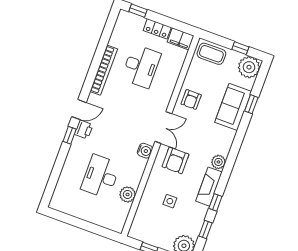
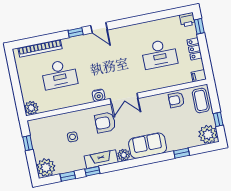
filing cabinet: (181, 39) -> (199, 76), width x0.50
bookcase: (104, 70) -> (40, 48), moved
armchair: (191, 99) -> (176, 100), moved
sofa: (233, 107) -> (148, 146), moved
printer: (84, 130) -> (187, 20), moved
desk: (101, 176) -> (59, 74), turned 180
plant: (128, 194) -> (31, 108), moved

